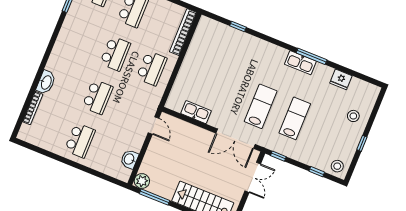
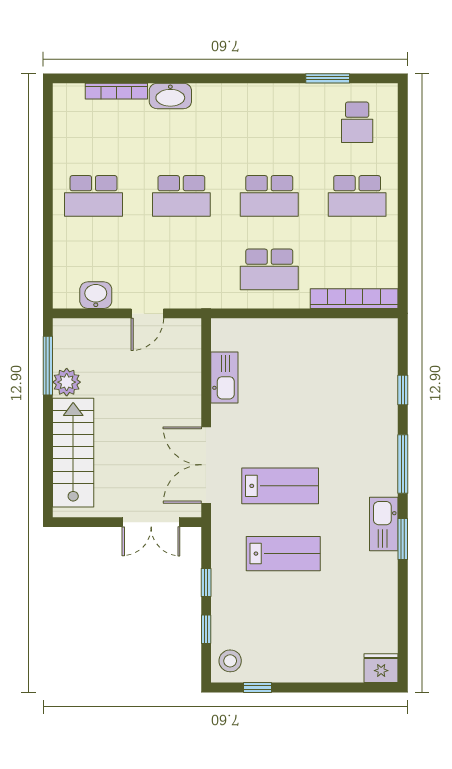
window: (275, 41) -> (403, 464), added
window: (312, 56) -> (403, 539), width x0.69
fridge: (341, 79) -> (381, 668), moved, turned 90
stool: (353, 116) -> (329, 653), removed
door: (154, 126) -> (147, 313), moved
window: (362, 143) -> (257, 688), moved
window: (278, 156) -> (206, 582), moved
plant: (142, 181) -> (67, 382), moved

